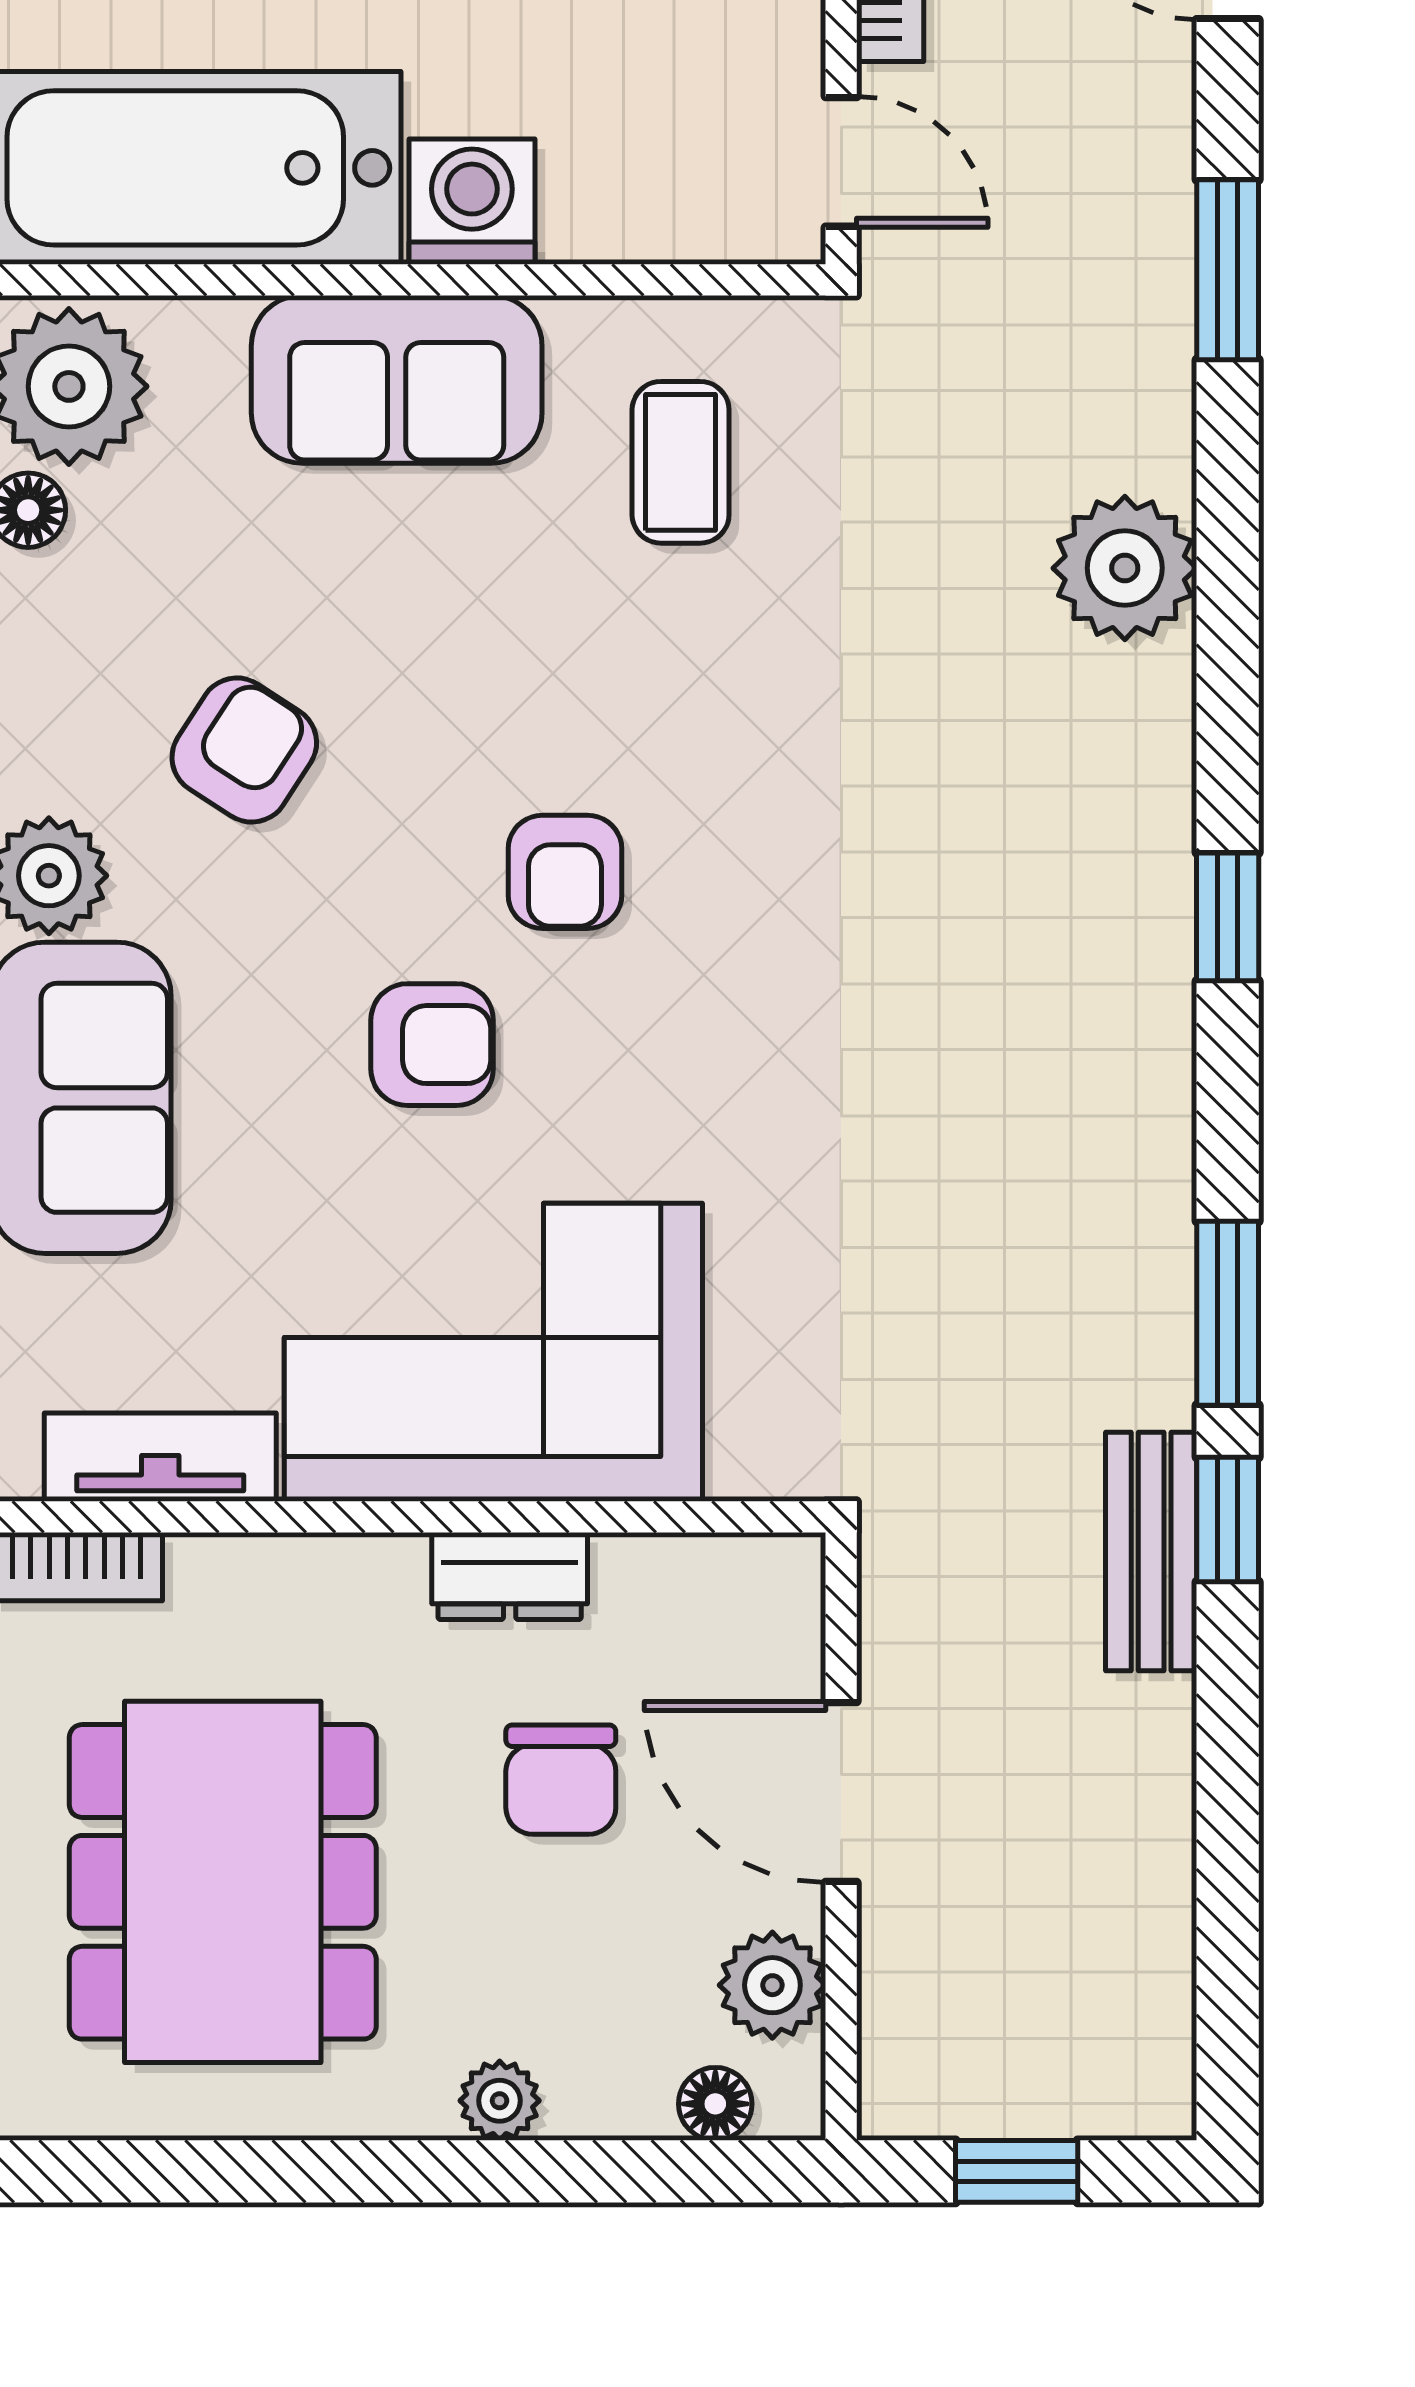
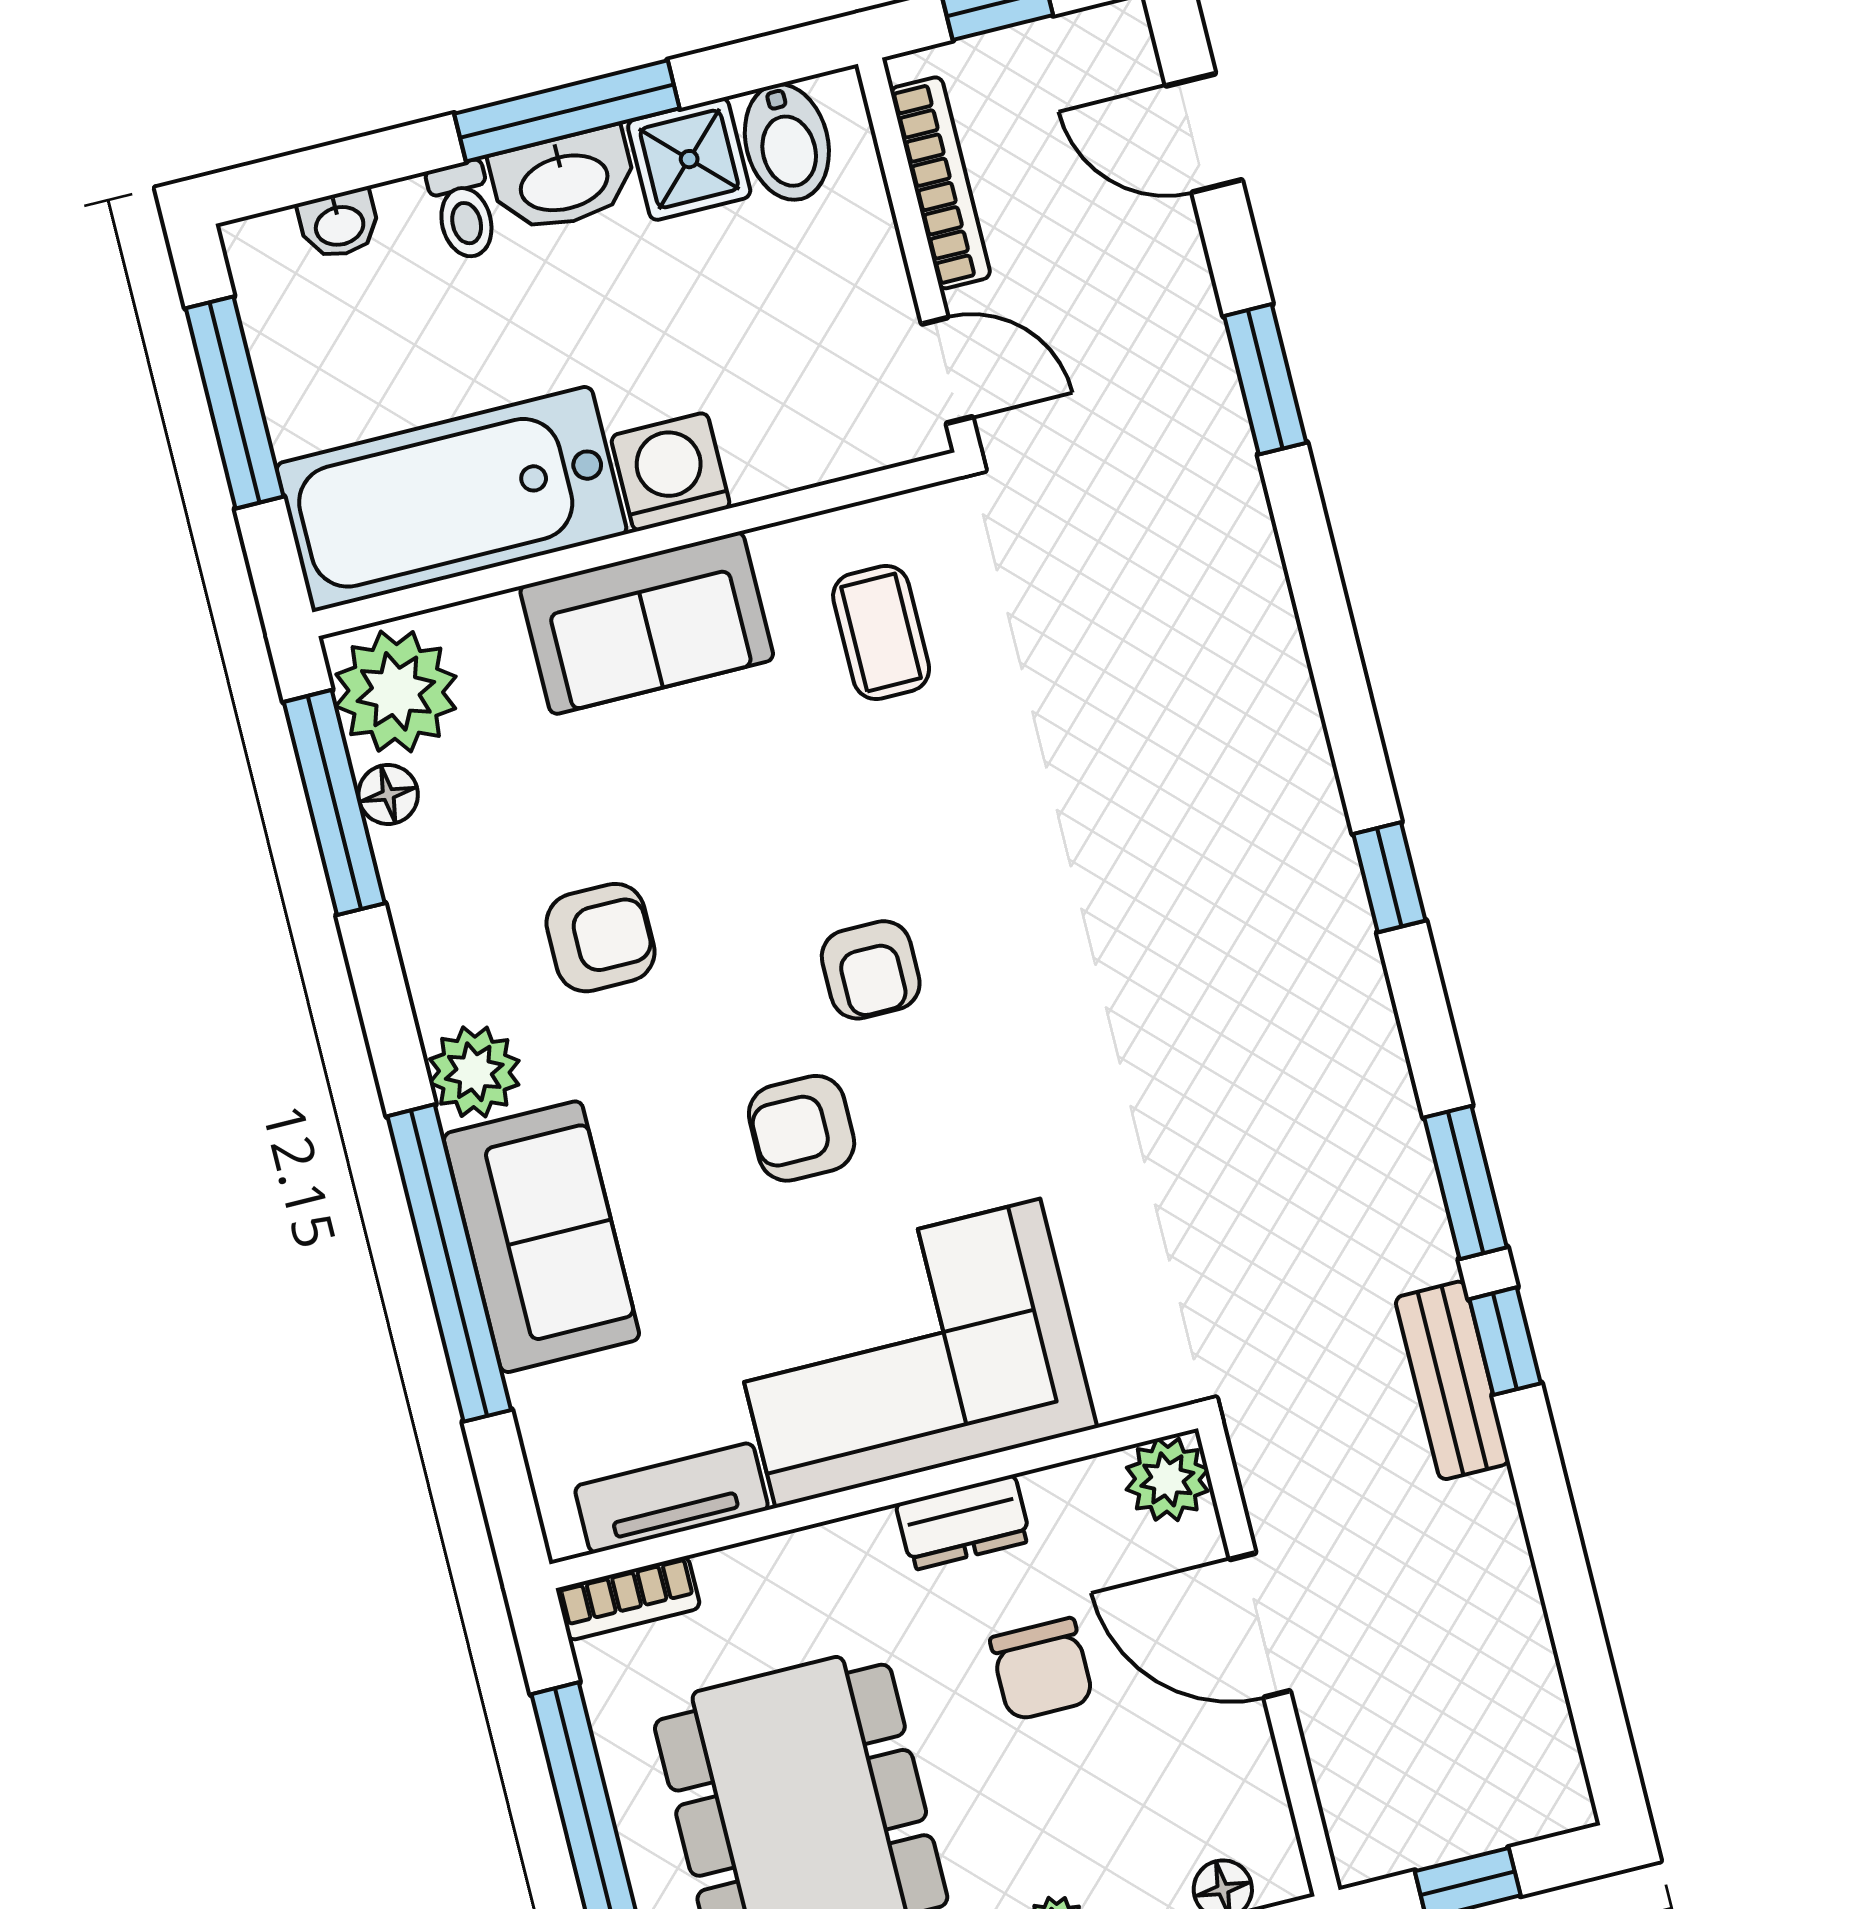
plant: (1125, 568) -> (1243, 629), removed
armchair: (244, 750) -> (601, 938), turned 57
armchair: (432, 1045) -> (802, 1128), turned 180
plant: (772, 1985) -> (1167, 1479), moved

